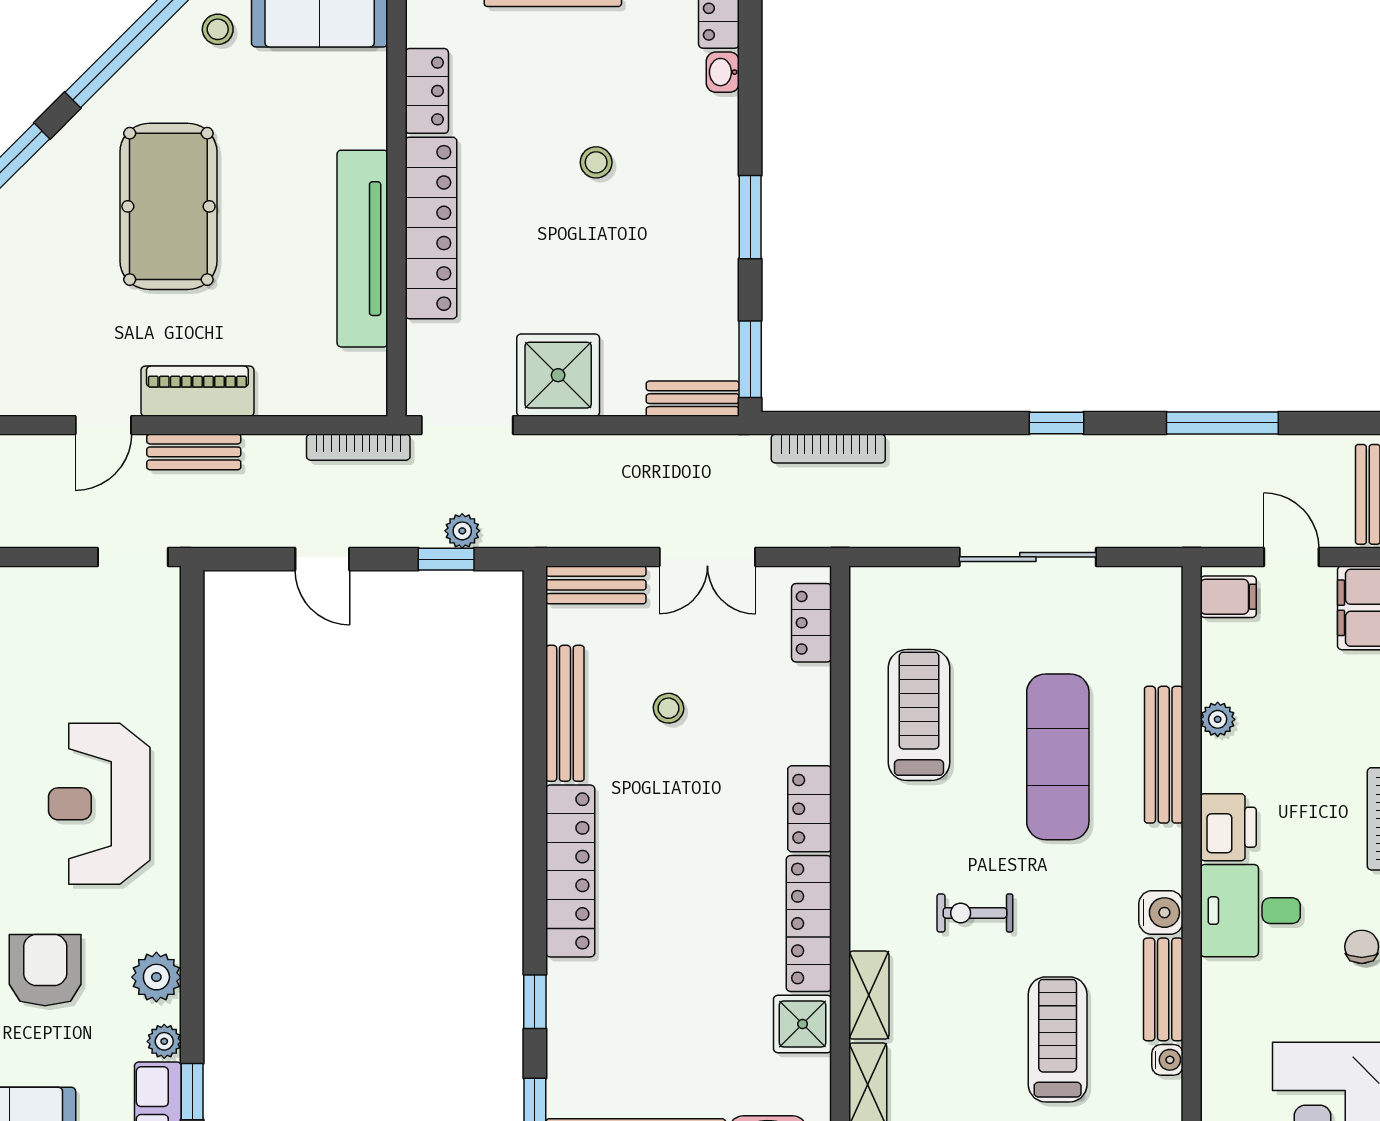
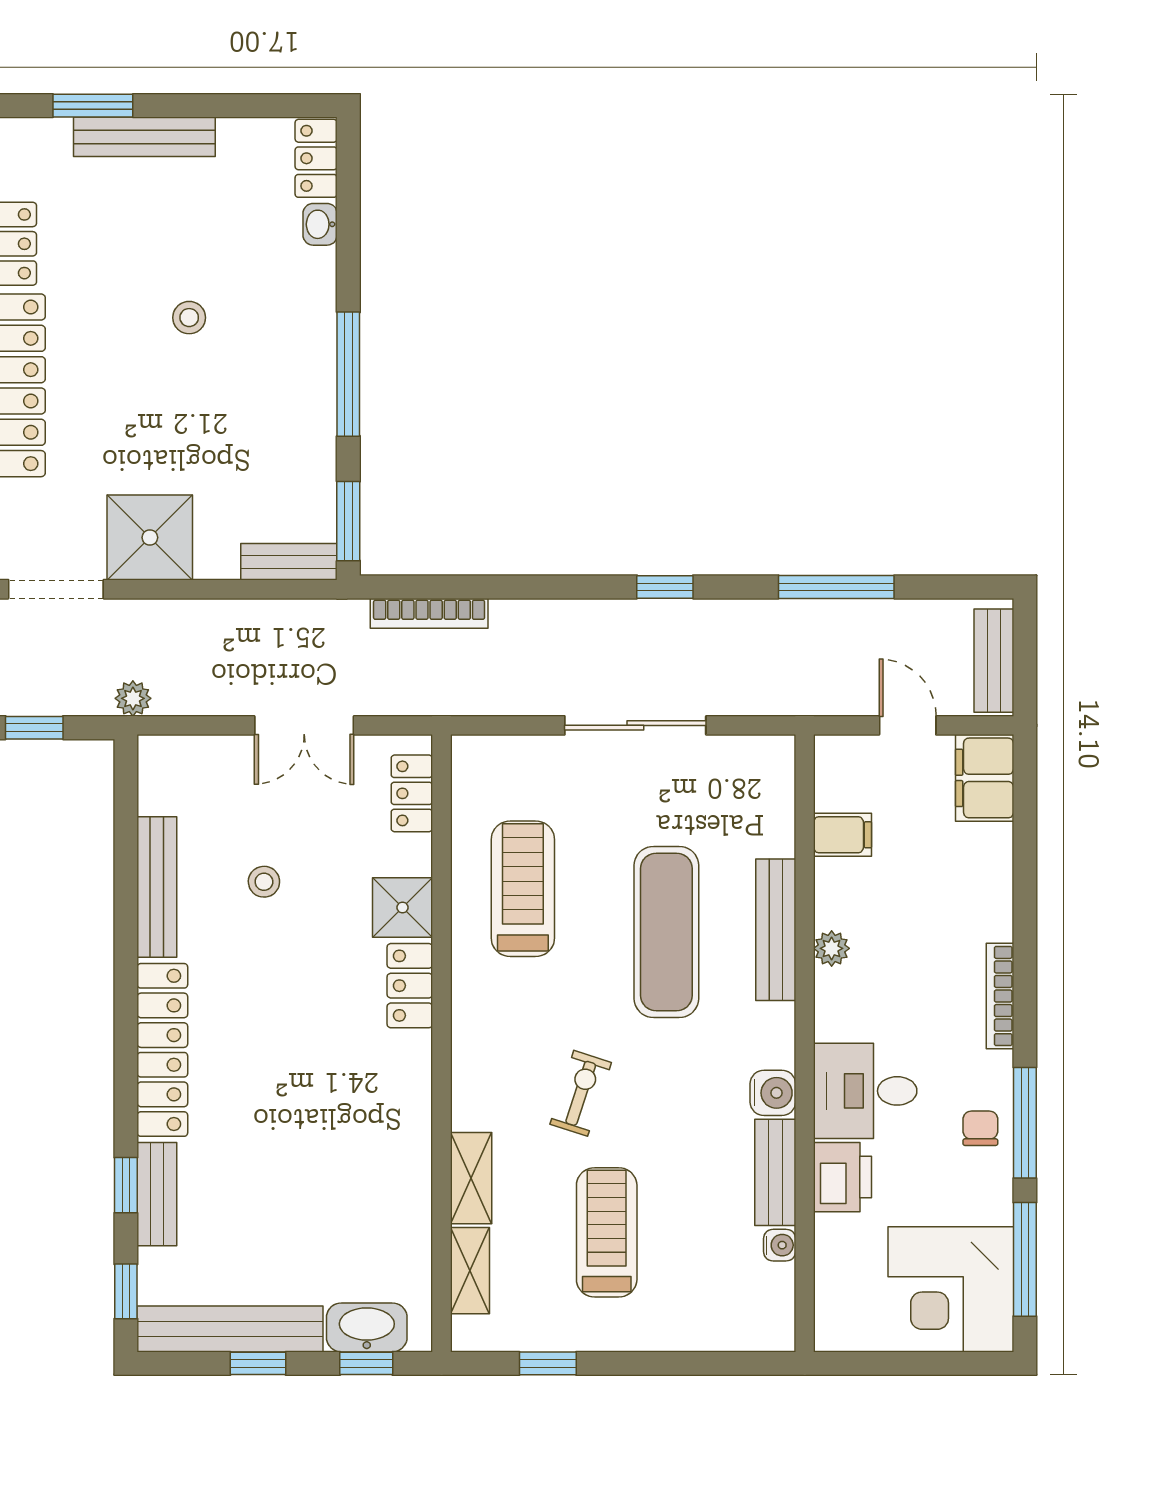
window: (750, 217) -> (348, 374), width x1.44
plant: (462, 531) -> (133, 698), moved
bench: (596, 585) -> (157, 1194), moved, turned 90
filing cabinet: (1228, 597) -> (843, 835), moved
plant: (1218, 719) -> (832, 948), moved
printer: (1228, 827) -> (843, 1177), moved
exercise bike: (975, 913) -> (581, 1093), turned 108
locker: (809, 924) -> (409, 1104), removed
shower: (803, 1024) -> (403, 908), moved
treadmill: (1058, 1039) -> (607, 1232), moved

